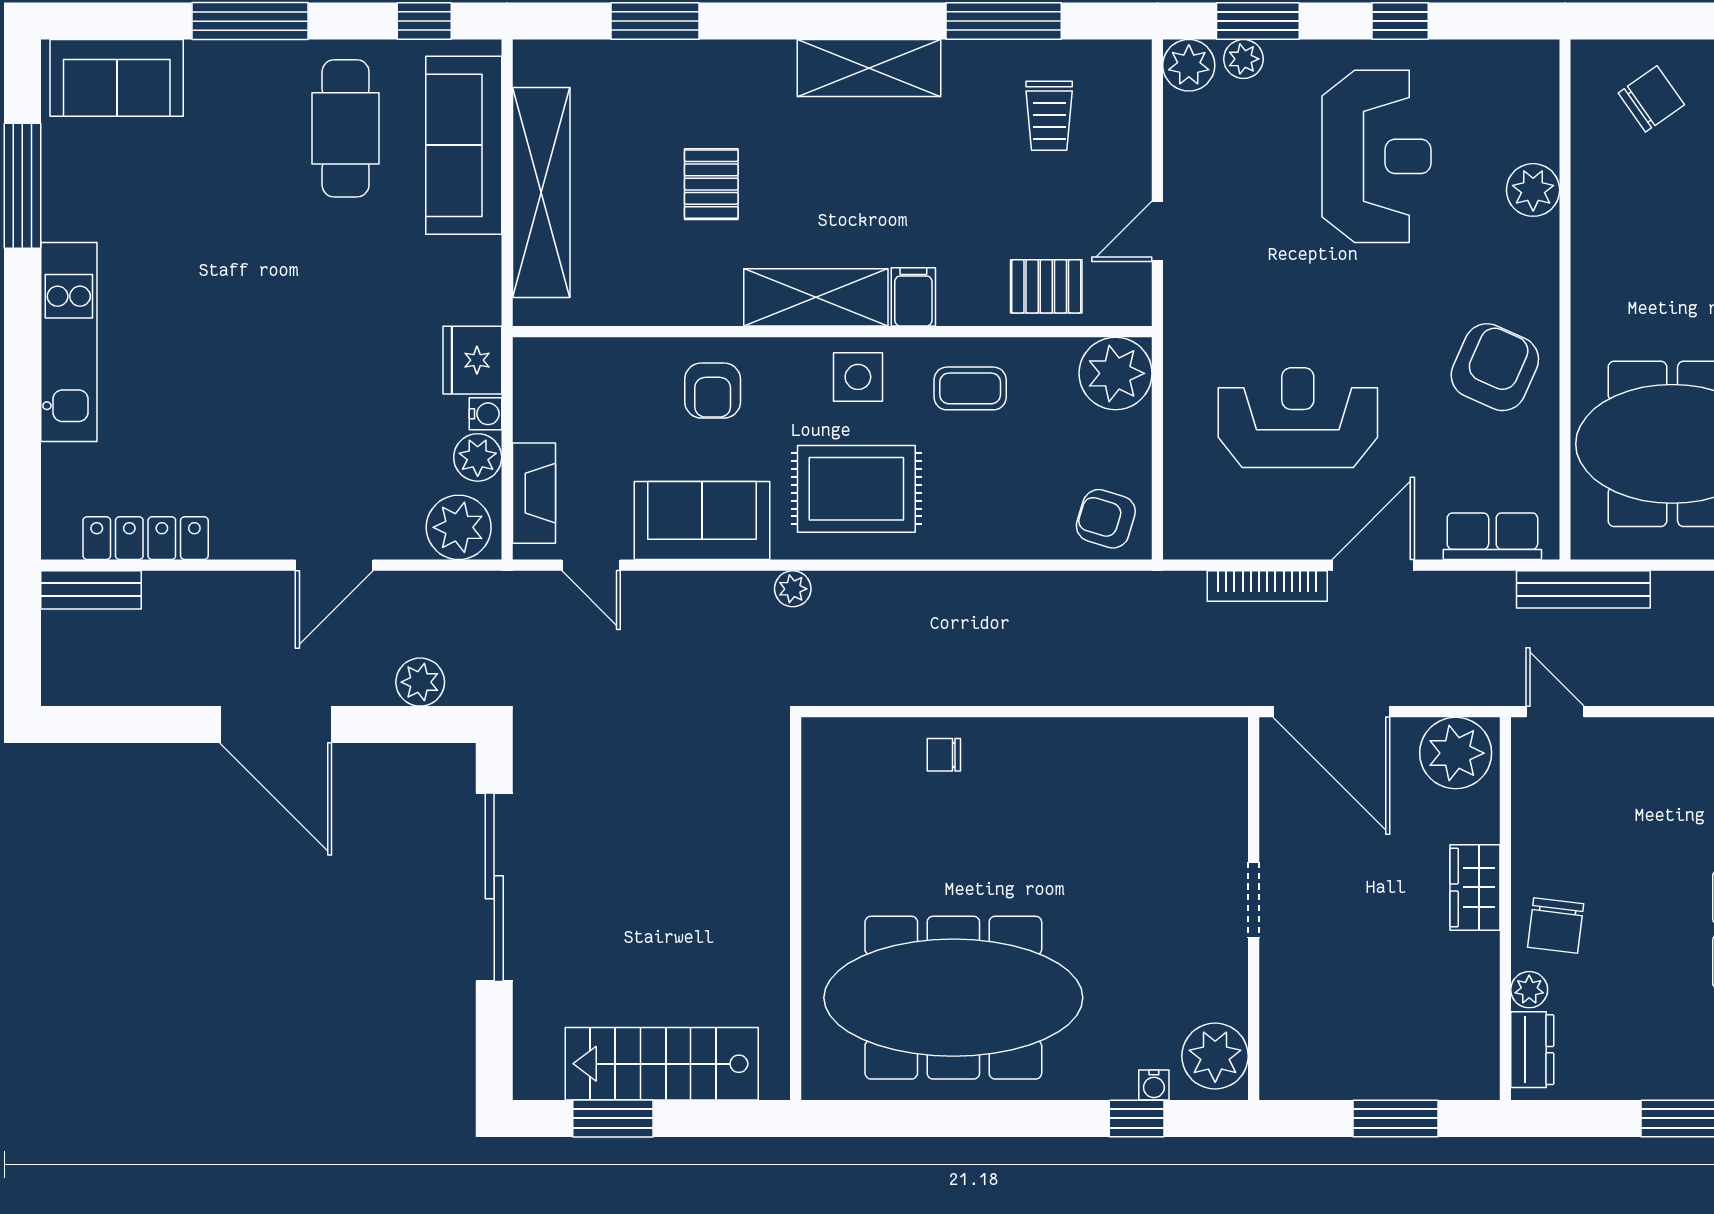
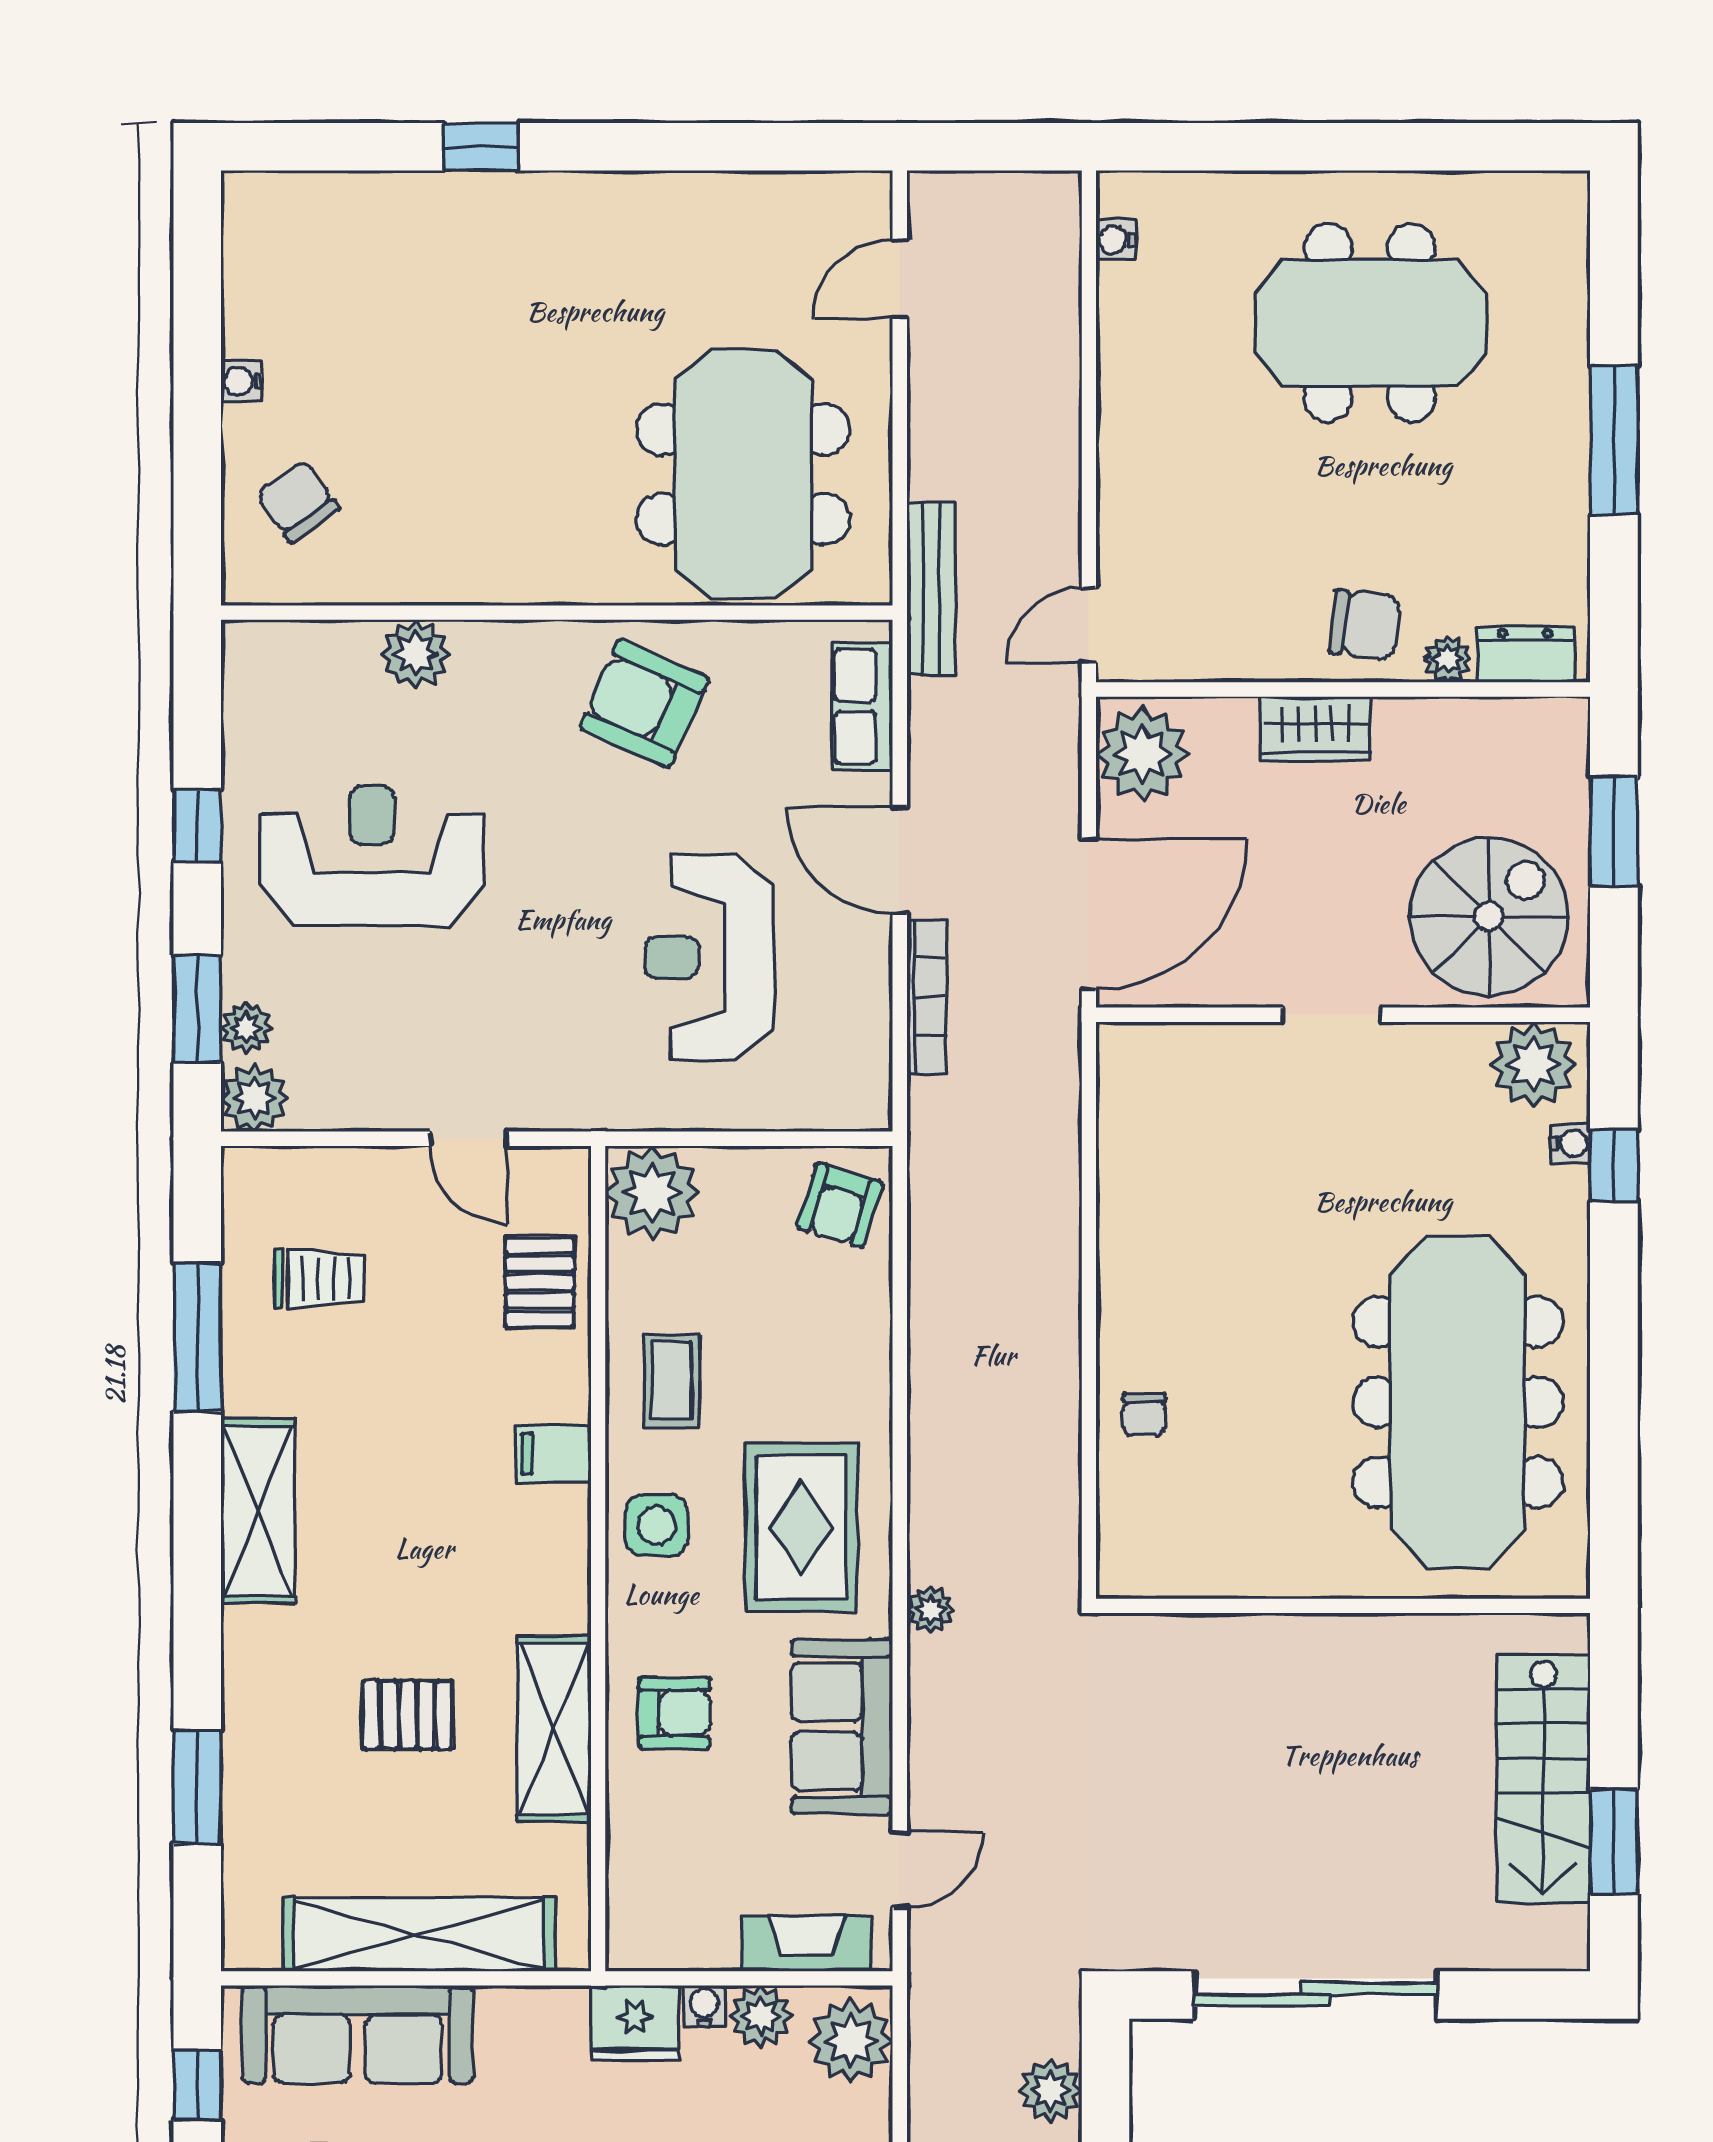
shelving: (816, 297) -> (554, 1729), moved
spiral stairs: (1330, 1022) -> (1489, 916), added

